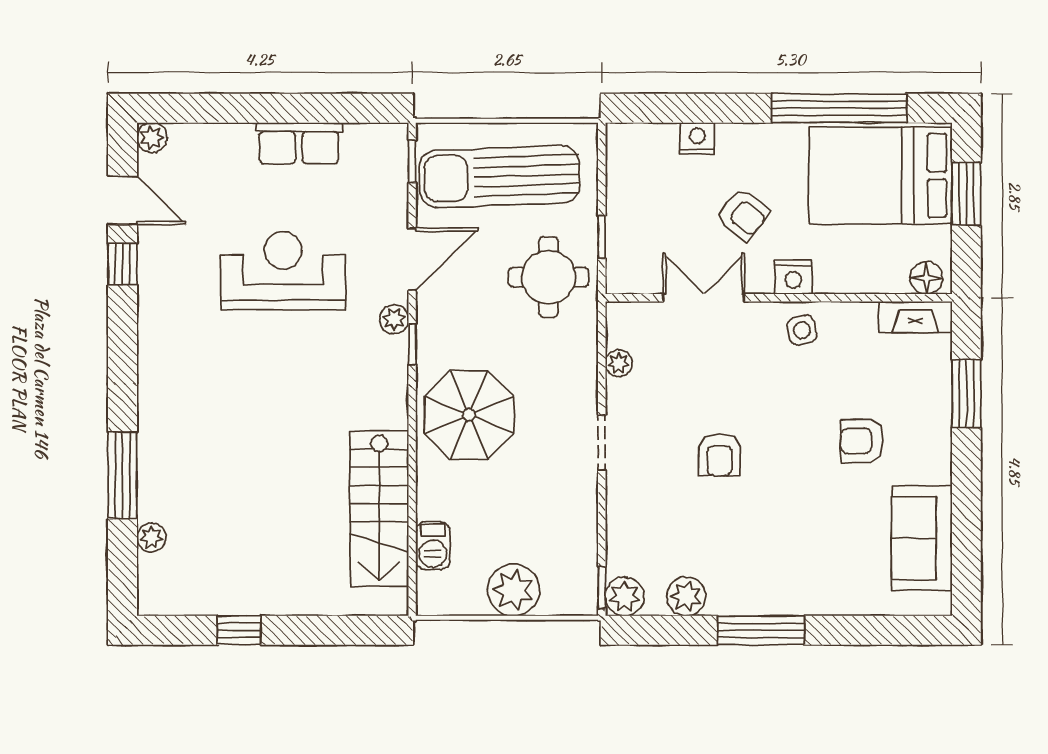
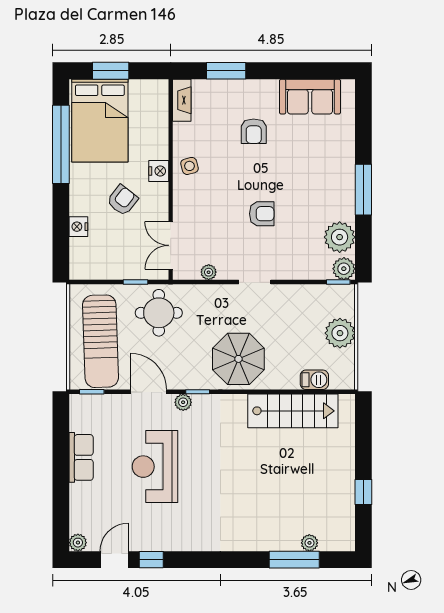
floor lamp: (926, 278) -> (159, 94), removed
double door: (704, 298) -> (171, 245), moved
window: (123, 475) -> (294, 560), moved
plant: (686, 596) -> (340, 237), width x1.36, depth x1.36

